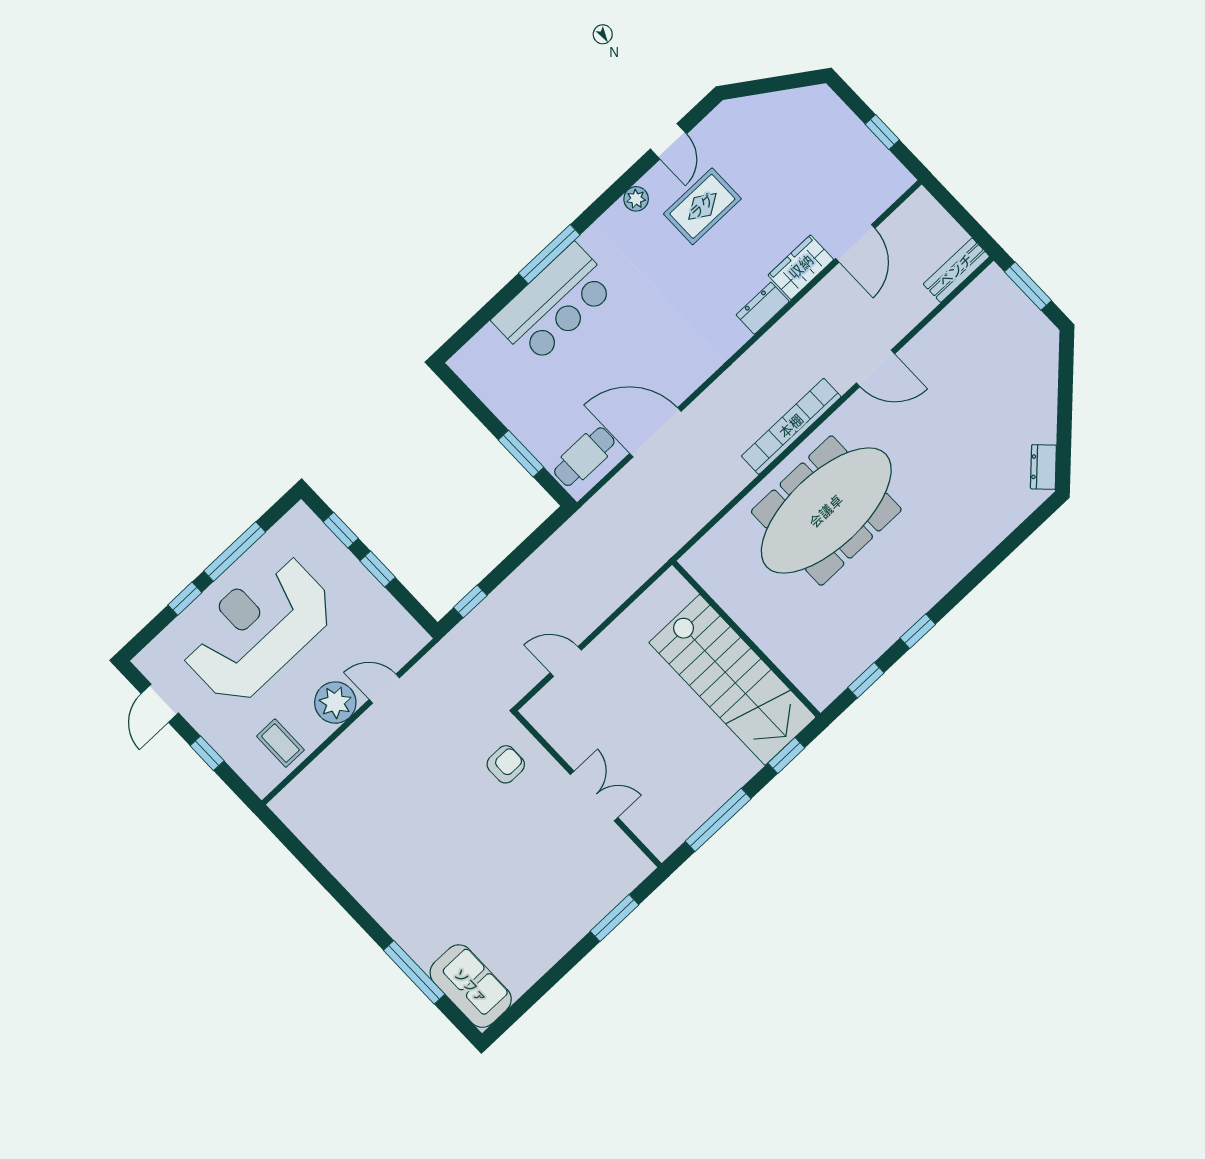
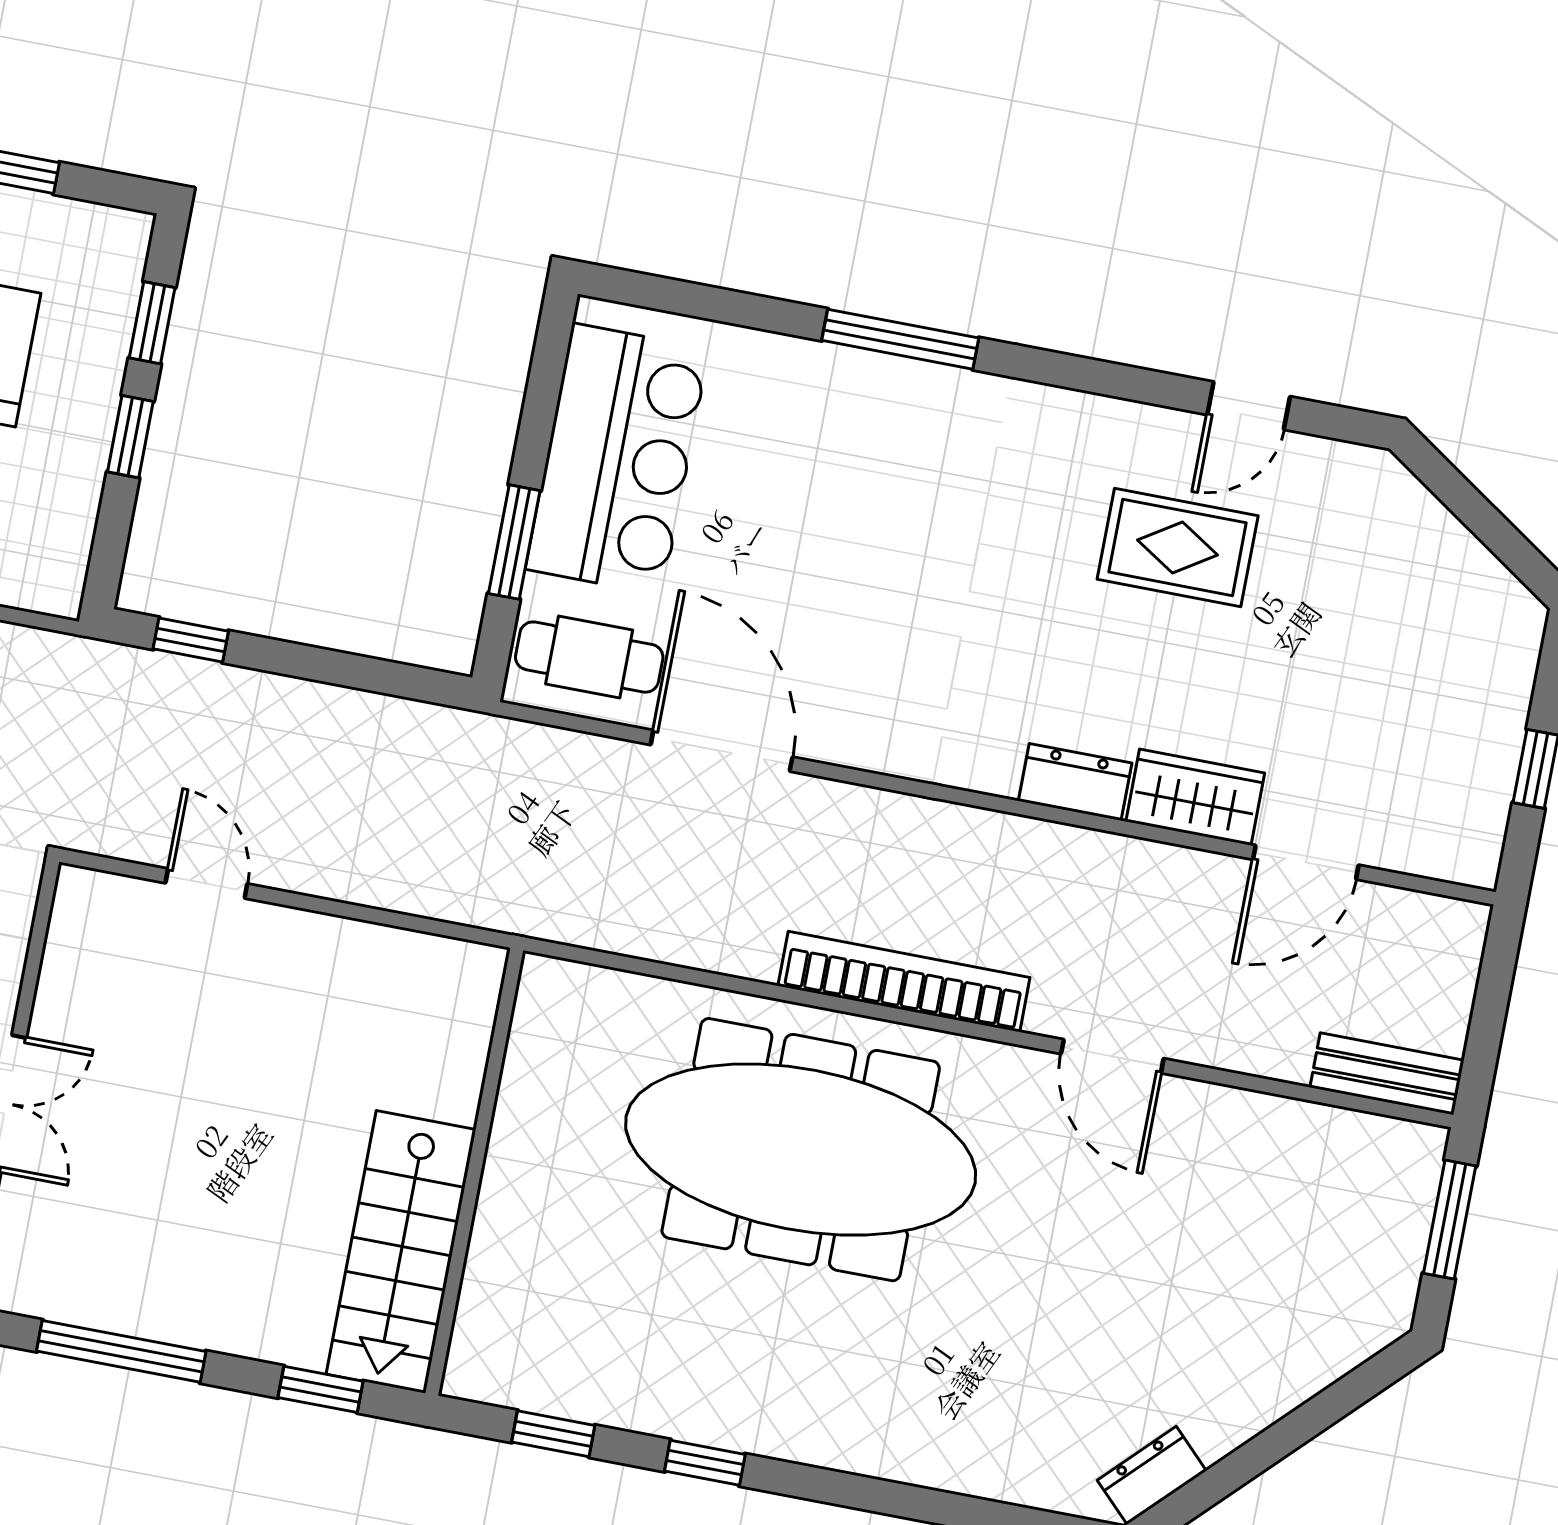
plant: (636, 199) -> (1107, 422), removed
bar counter: (554, 304) -> (617, 459), moved, turned -90
stairs: (732, 680) -> (401, 1252), width x0.73, depth x0.66

